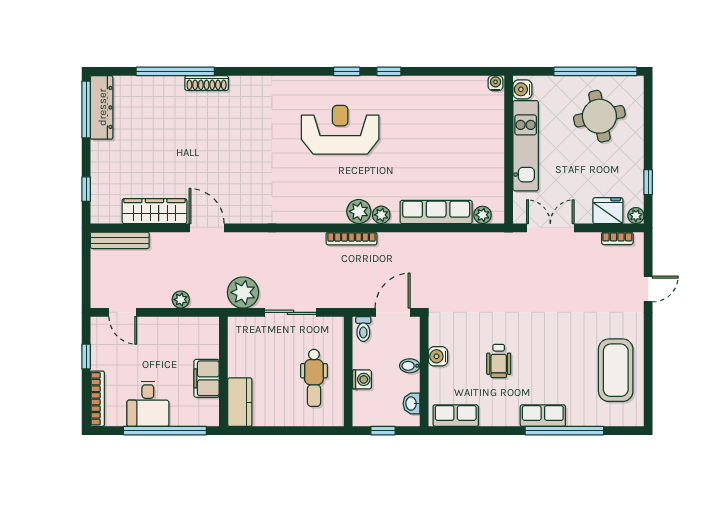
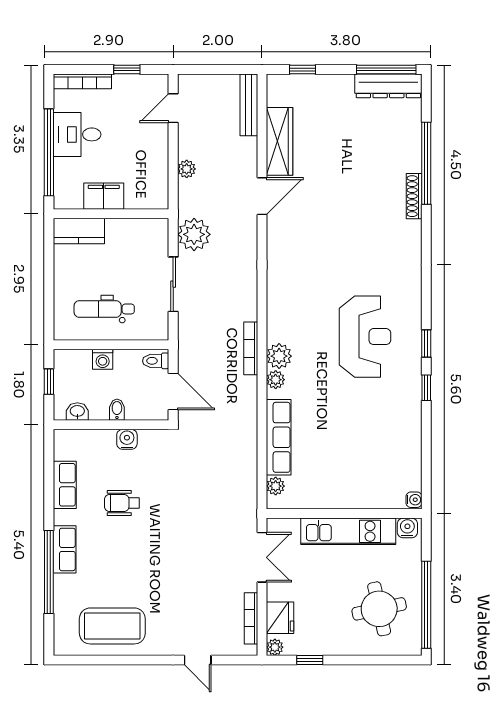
bookcase: (617, 238) -> (251, 618), width x1.56
row of seats: (456, 416) -> (65, 485), moved

